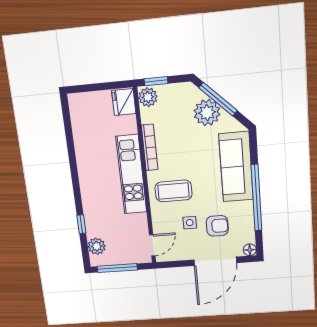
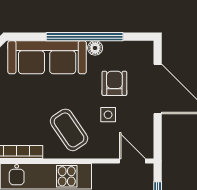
coffee table: (174, 191) -> (69, 130), turned -34
floor lamp: (250, 250) -> (95, 48), moved

